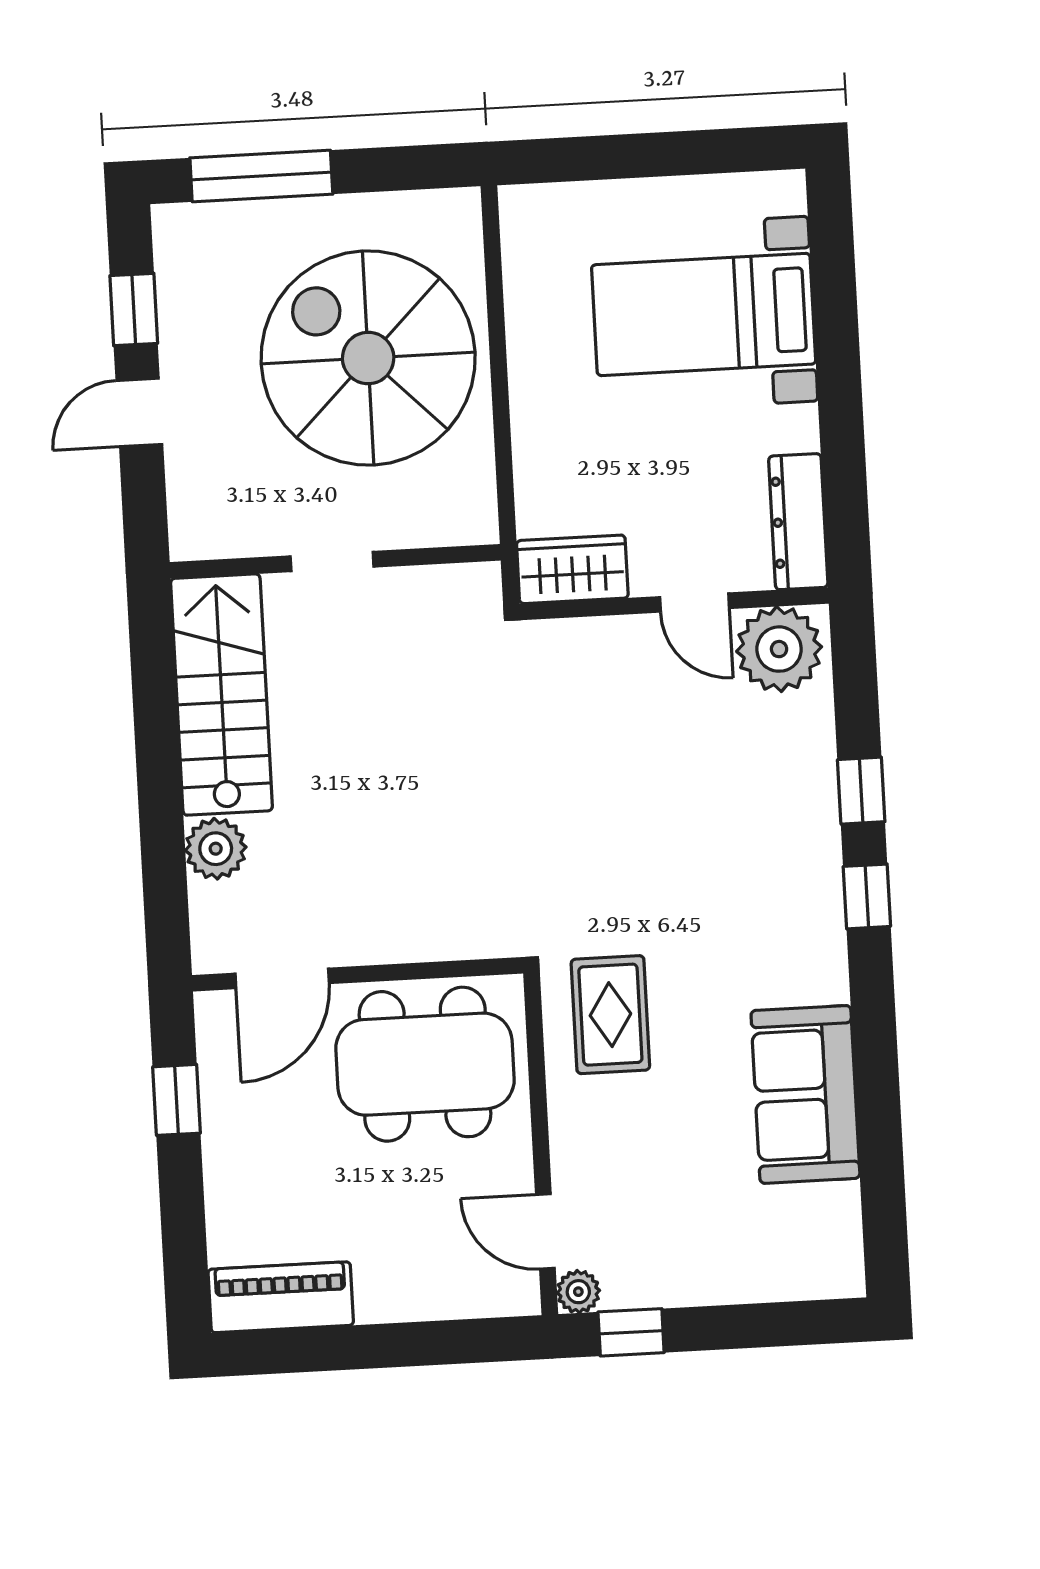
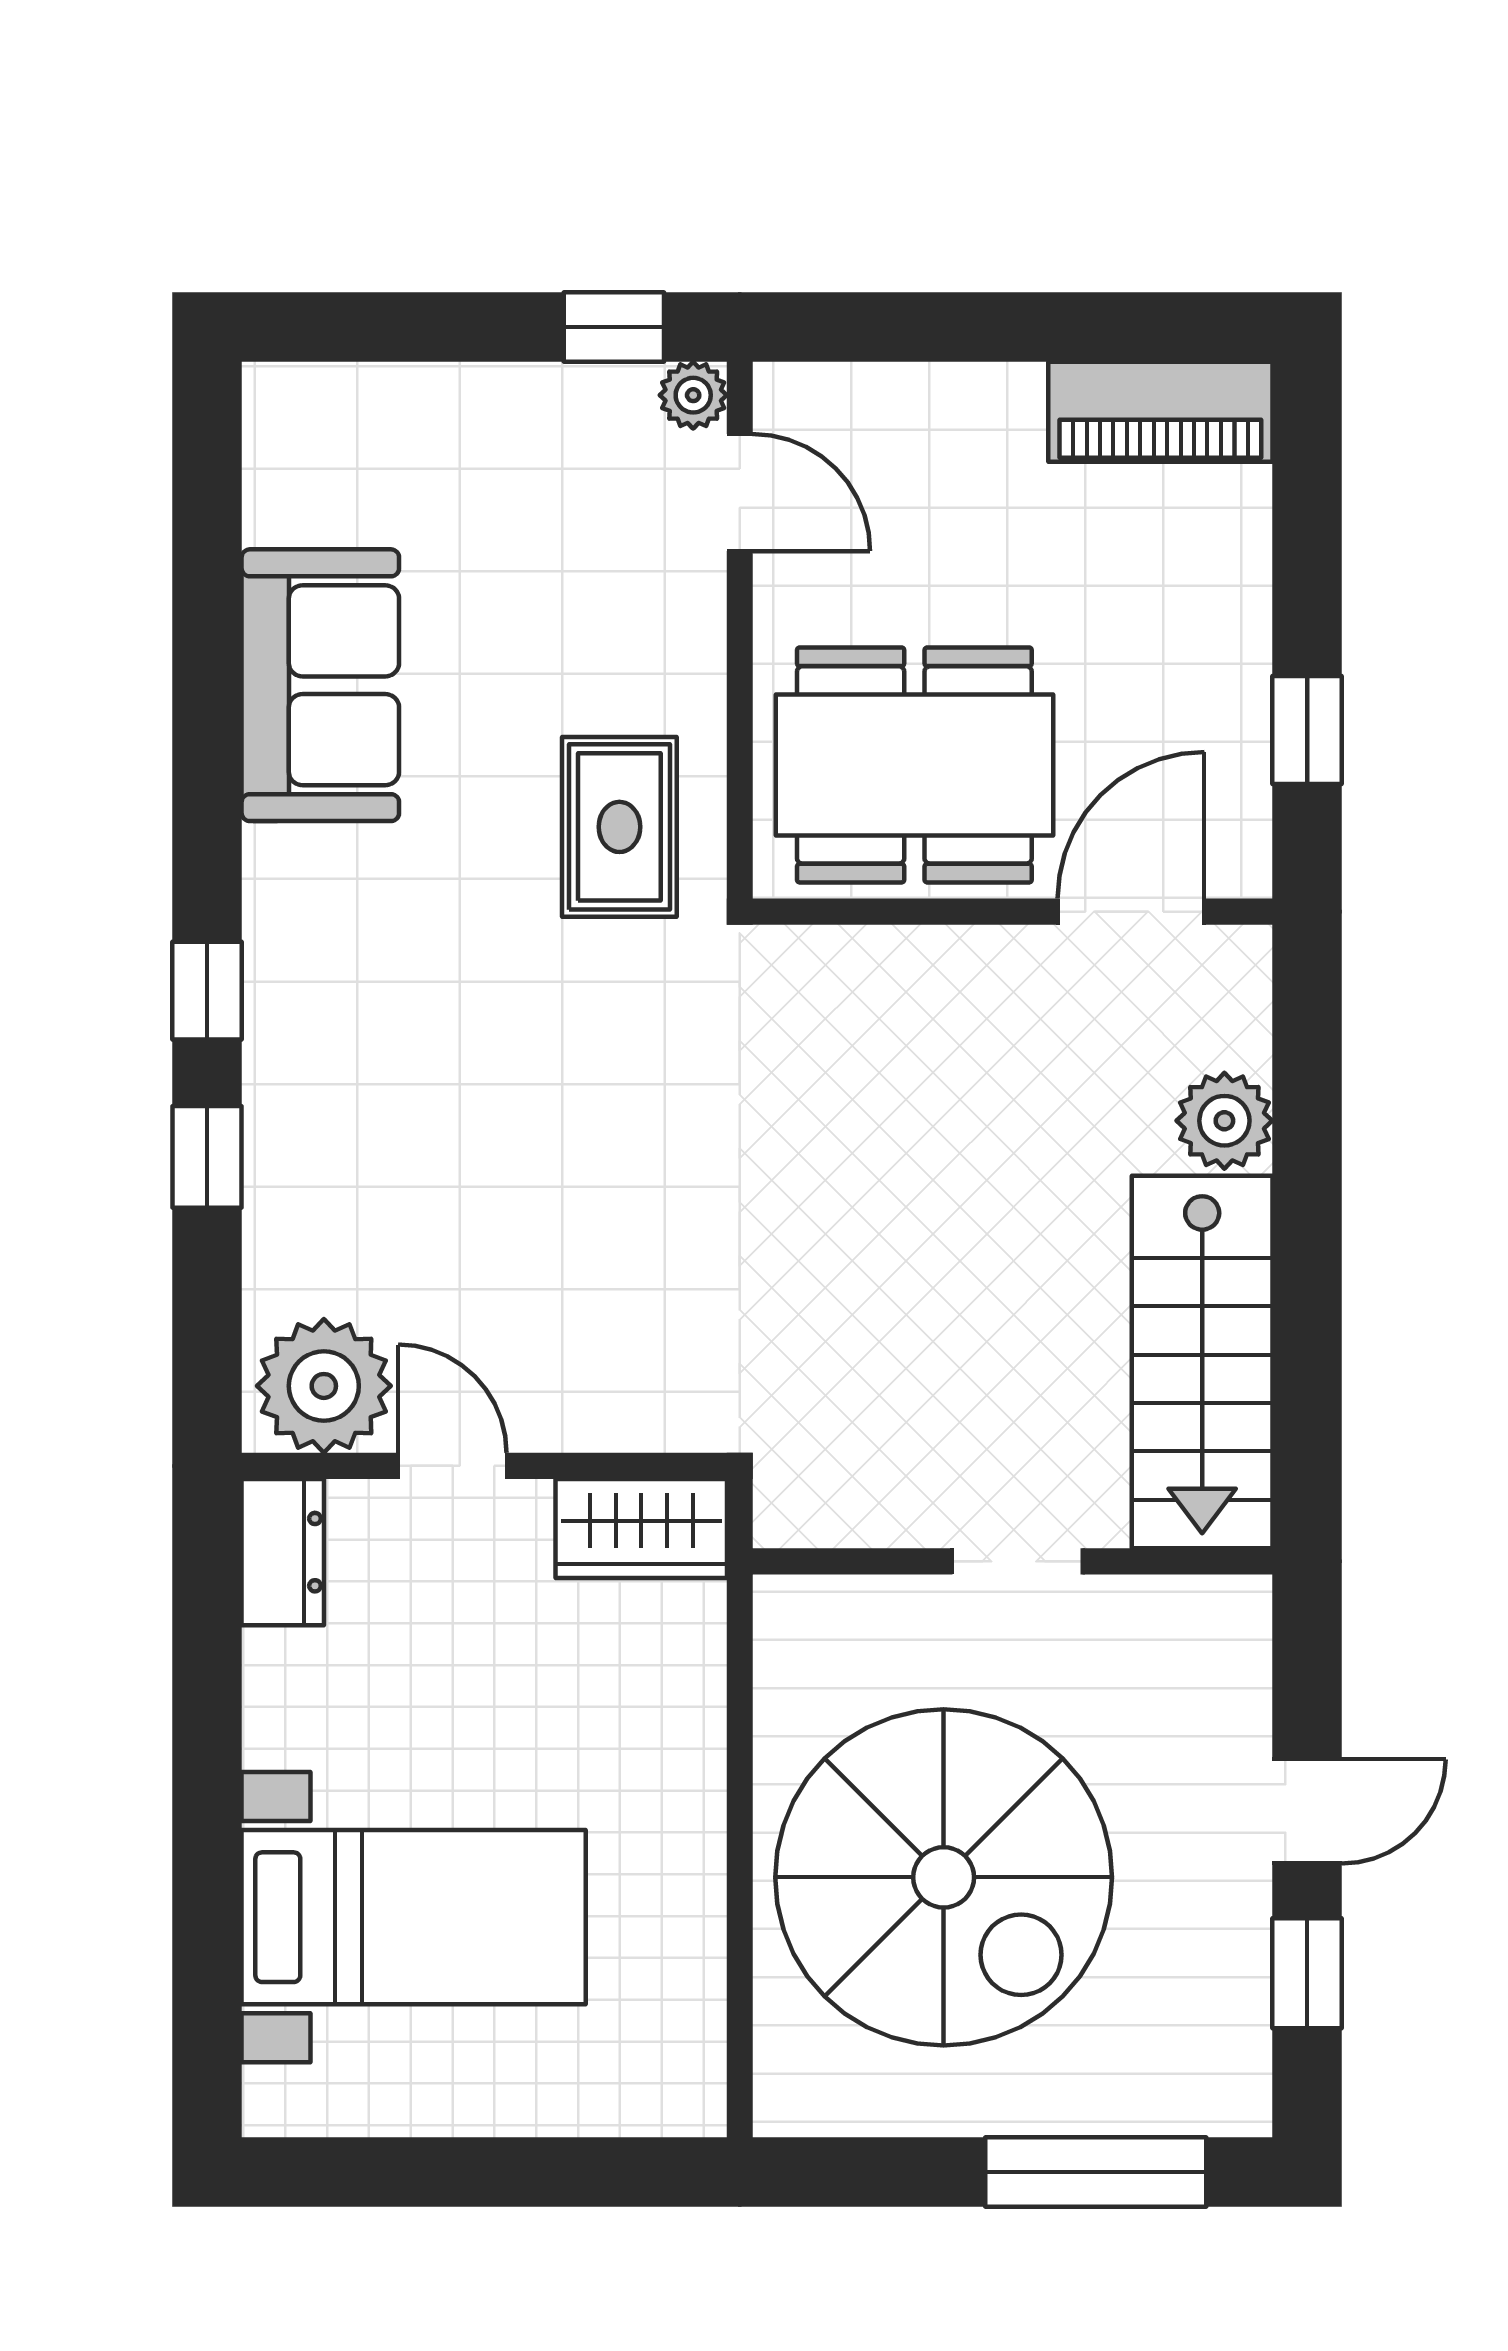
dresser: (798, 522) -> (283, 1552), width x0.70

